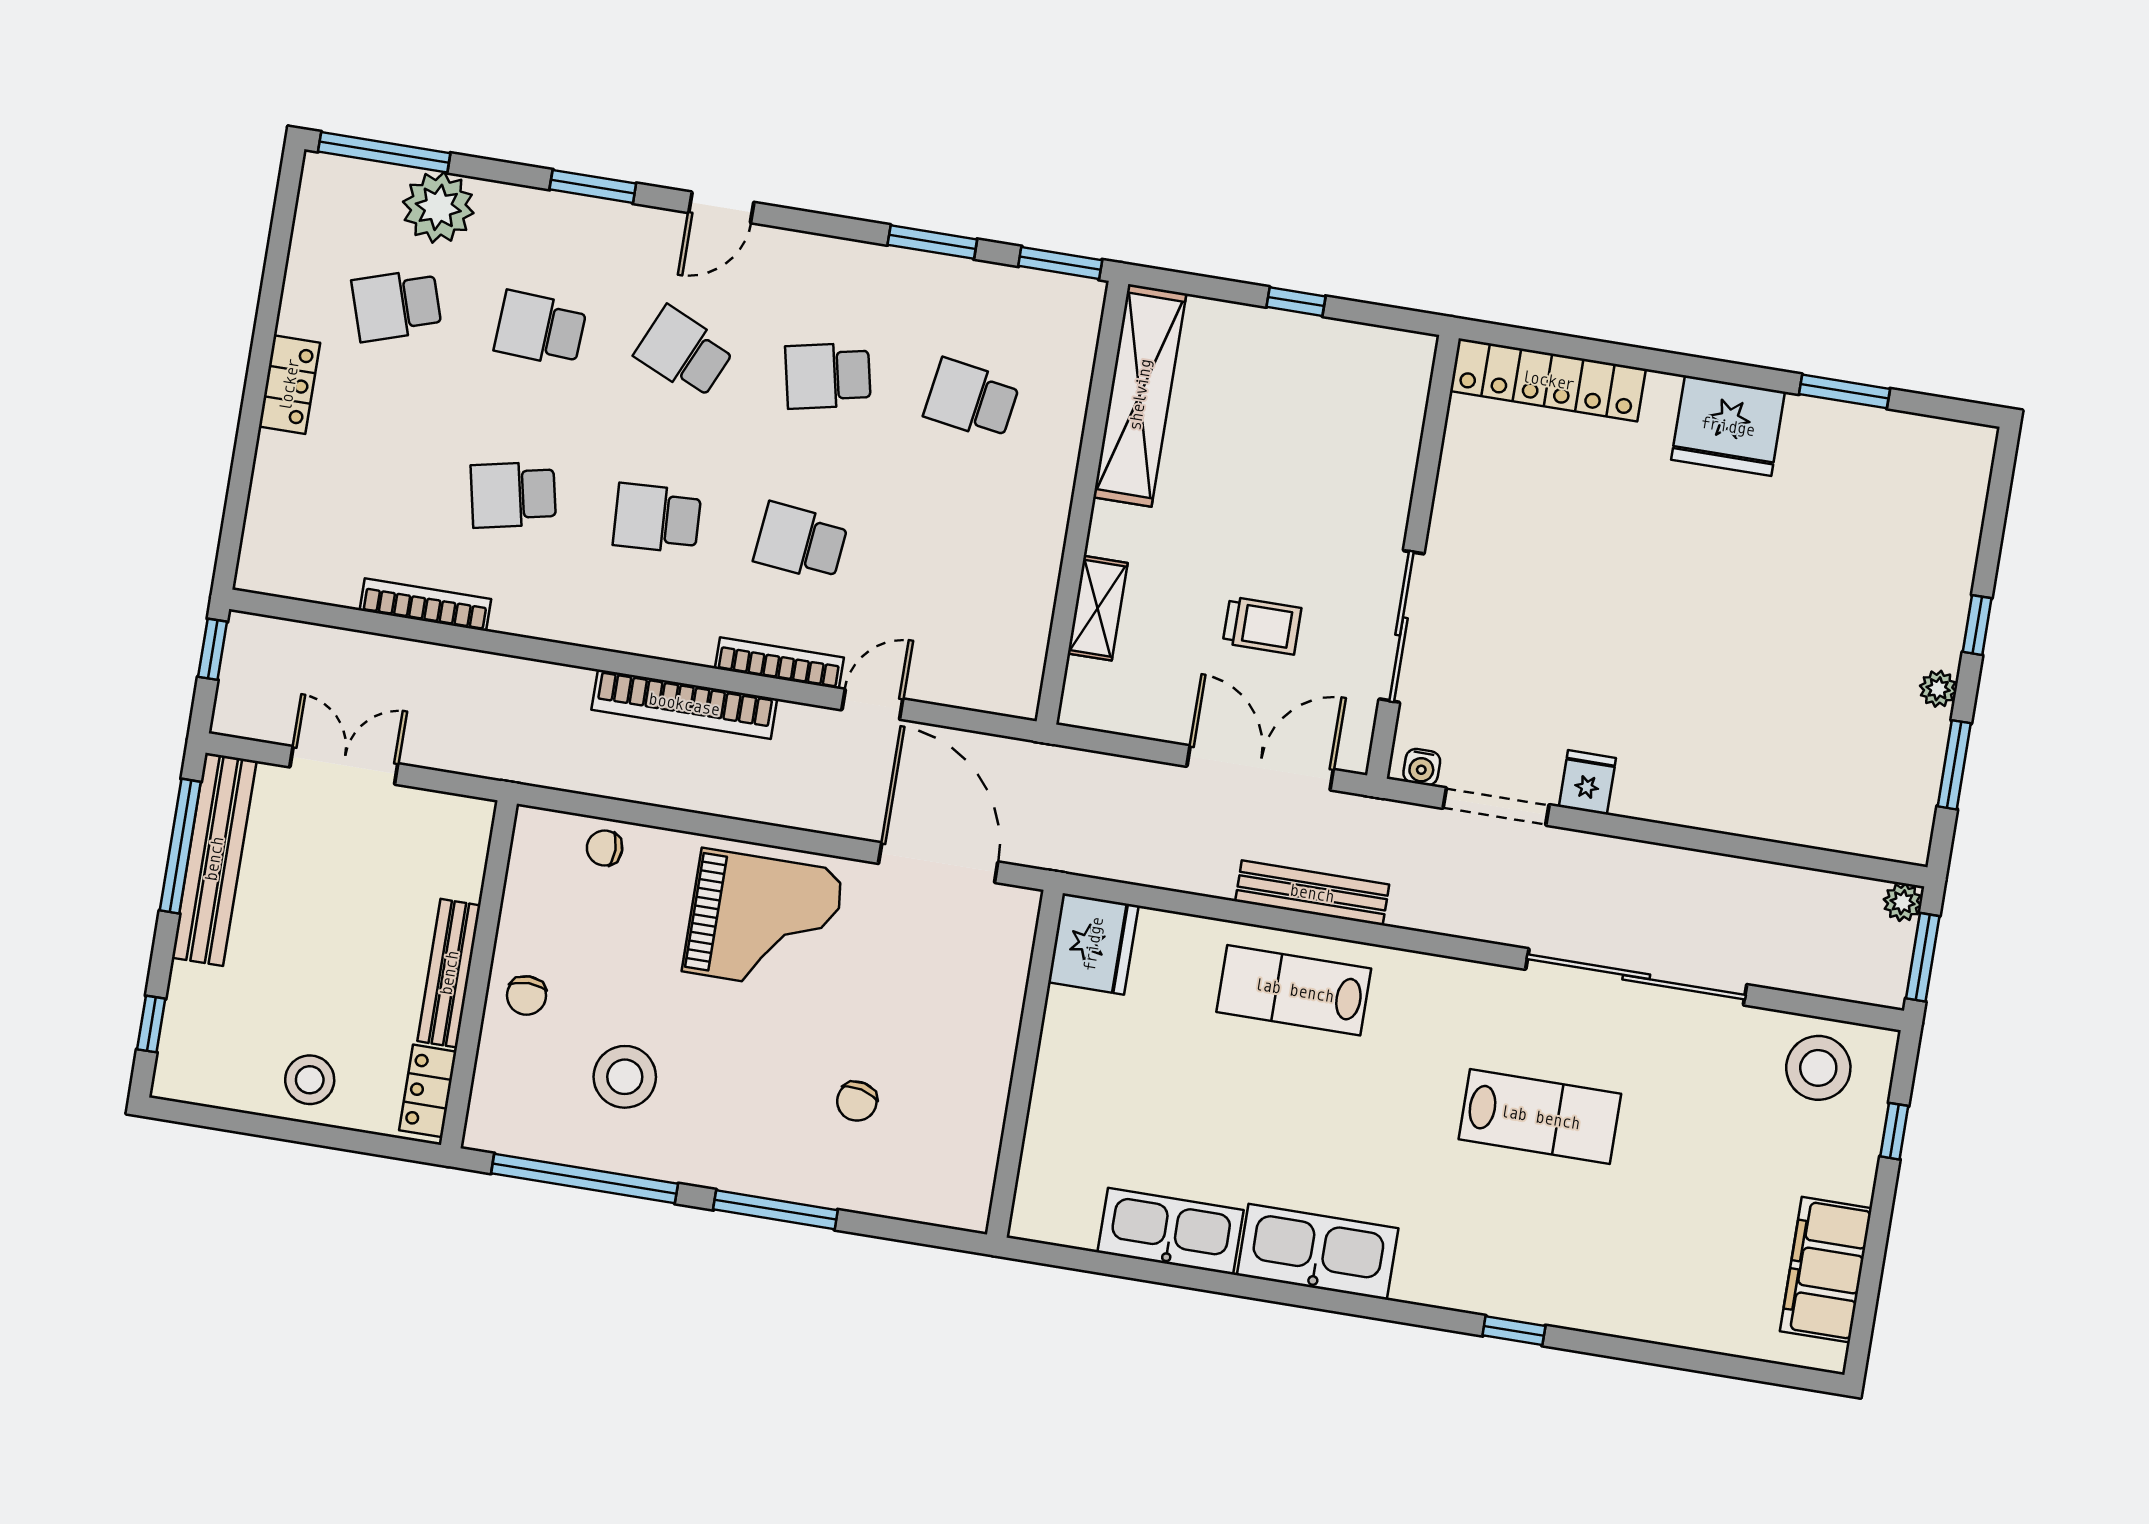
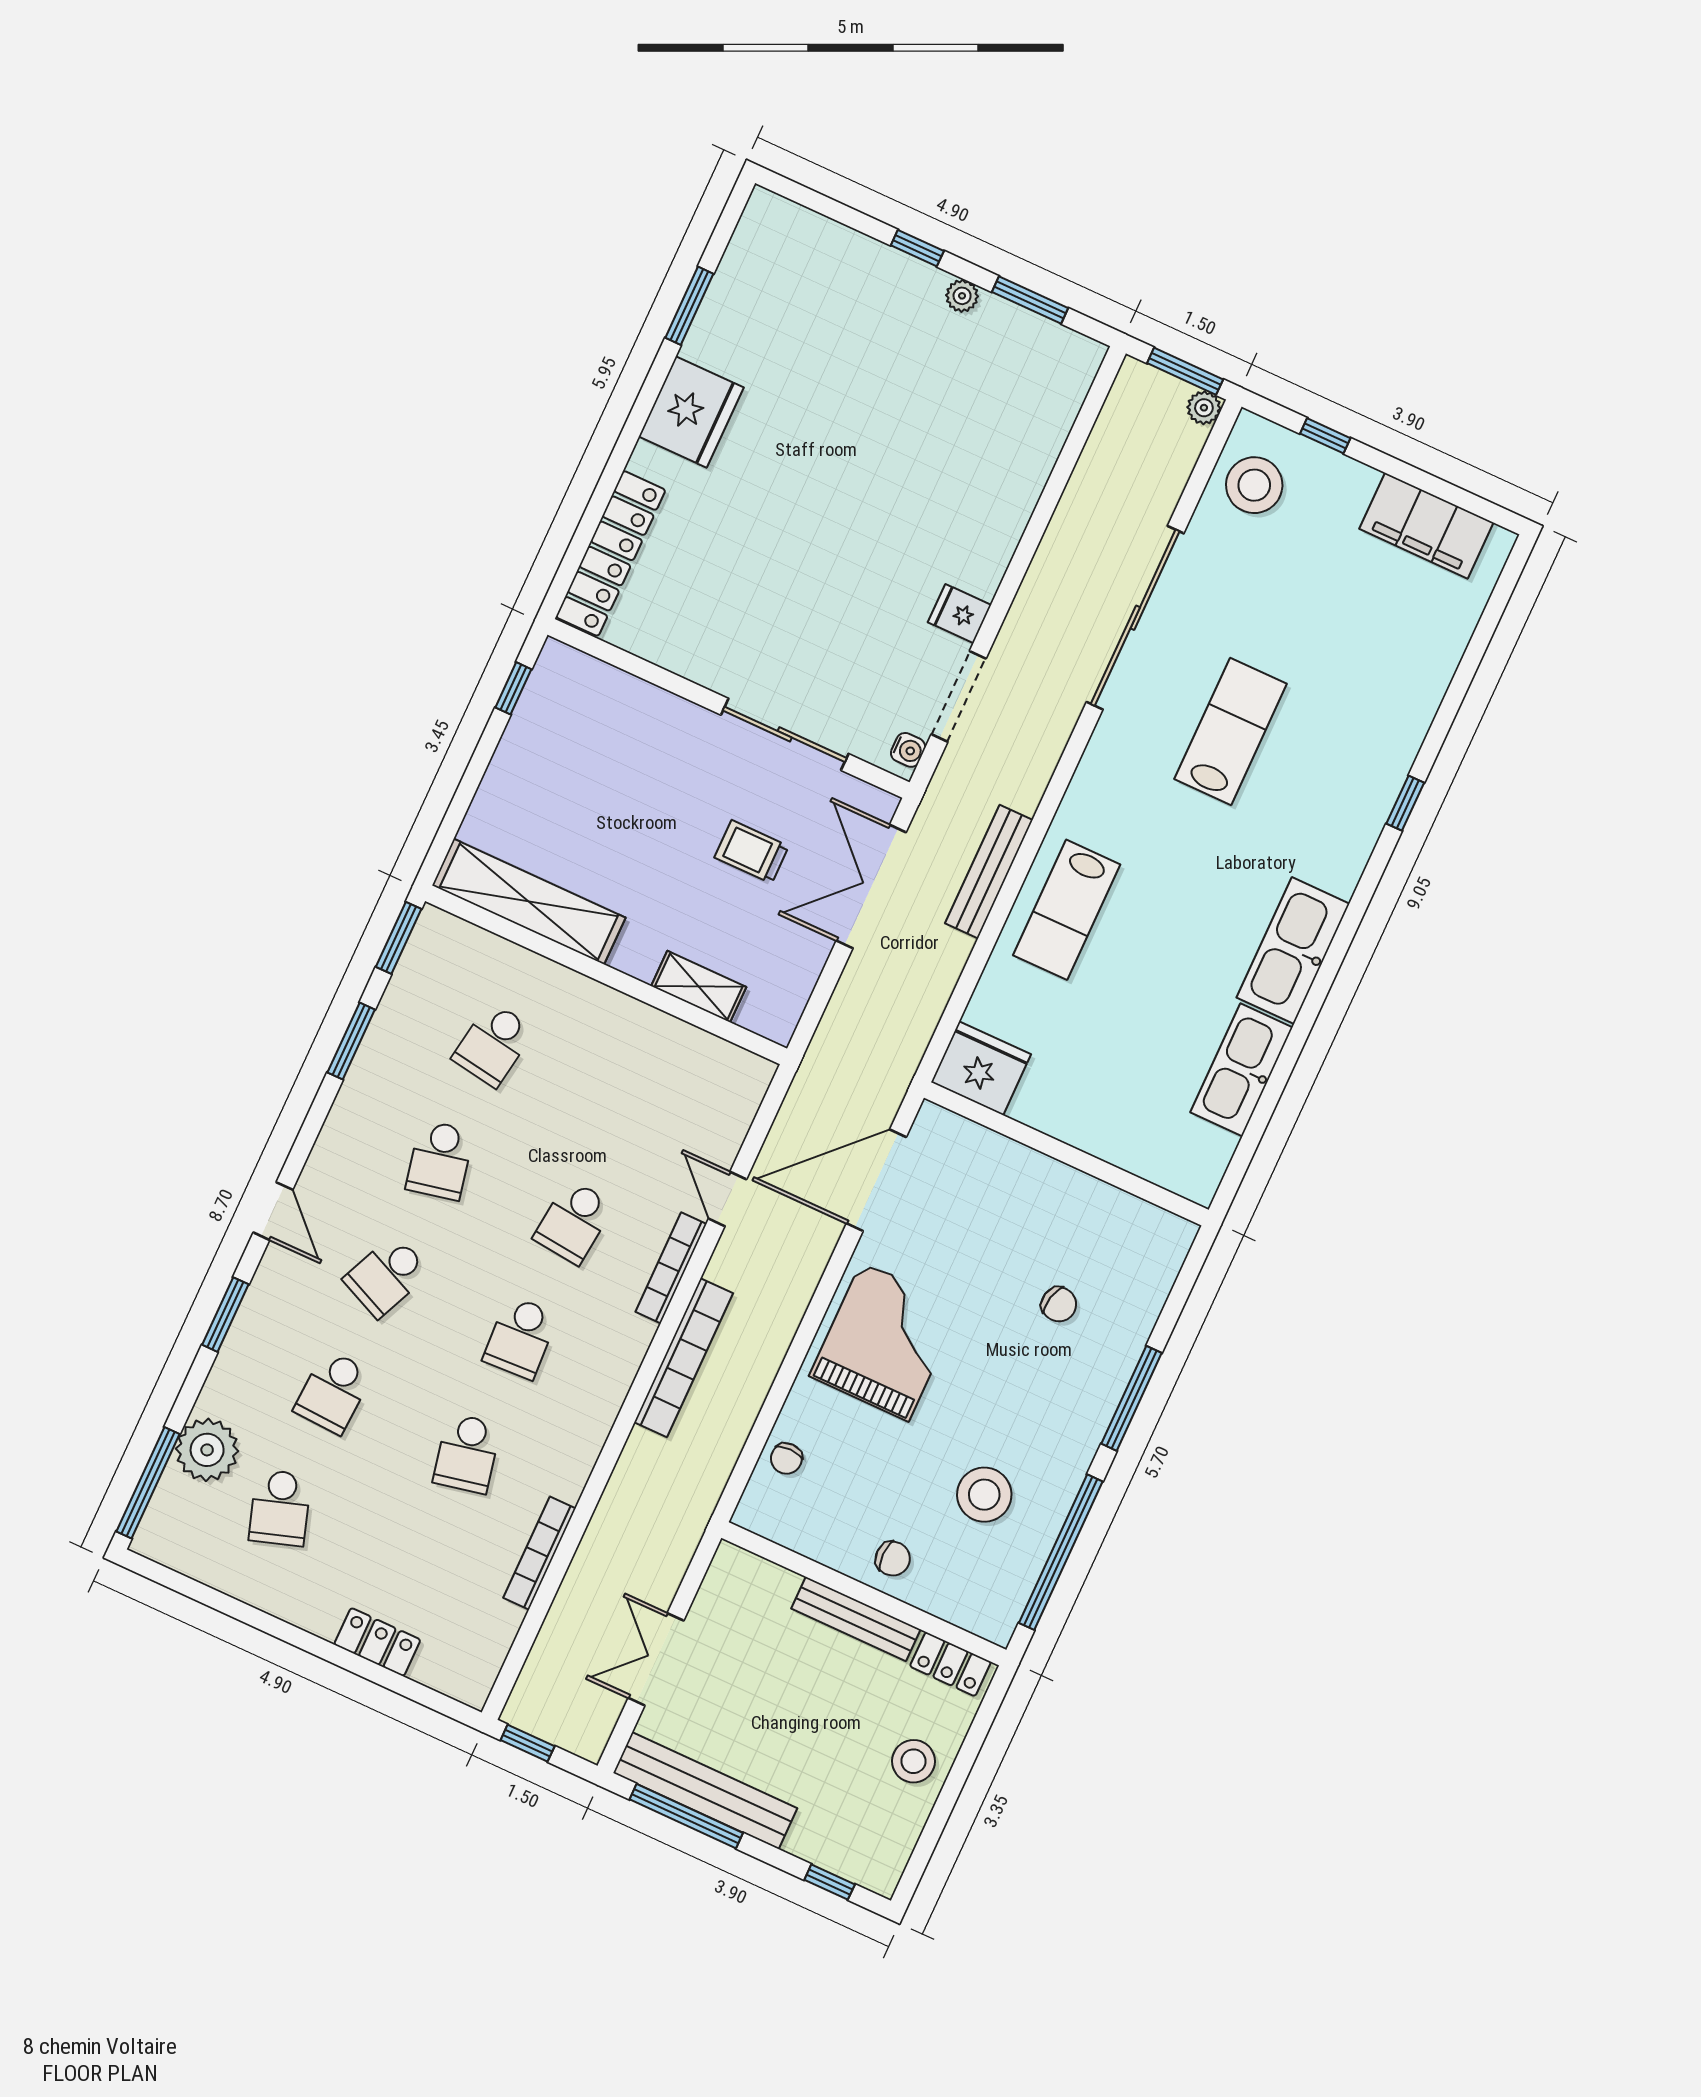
window: (1296, 302) -> (513, 688), moved
locker: (289, 385) -> (377, 1642), moved
trolley: (1262, 626) -> (752, 852), turned -90
plant: (1903, 902) -> (1204, 408), moved

